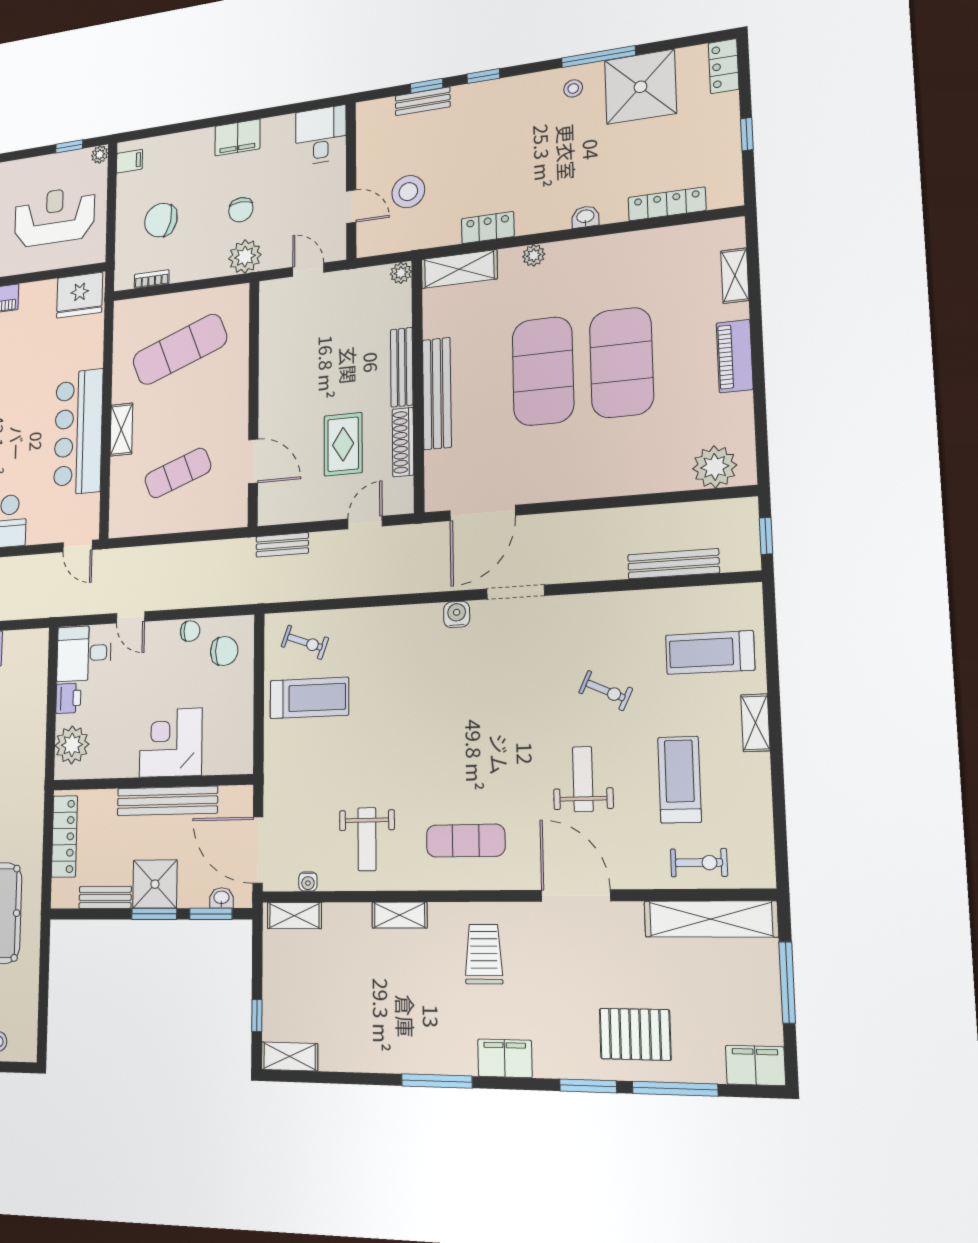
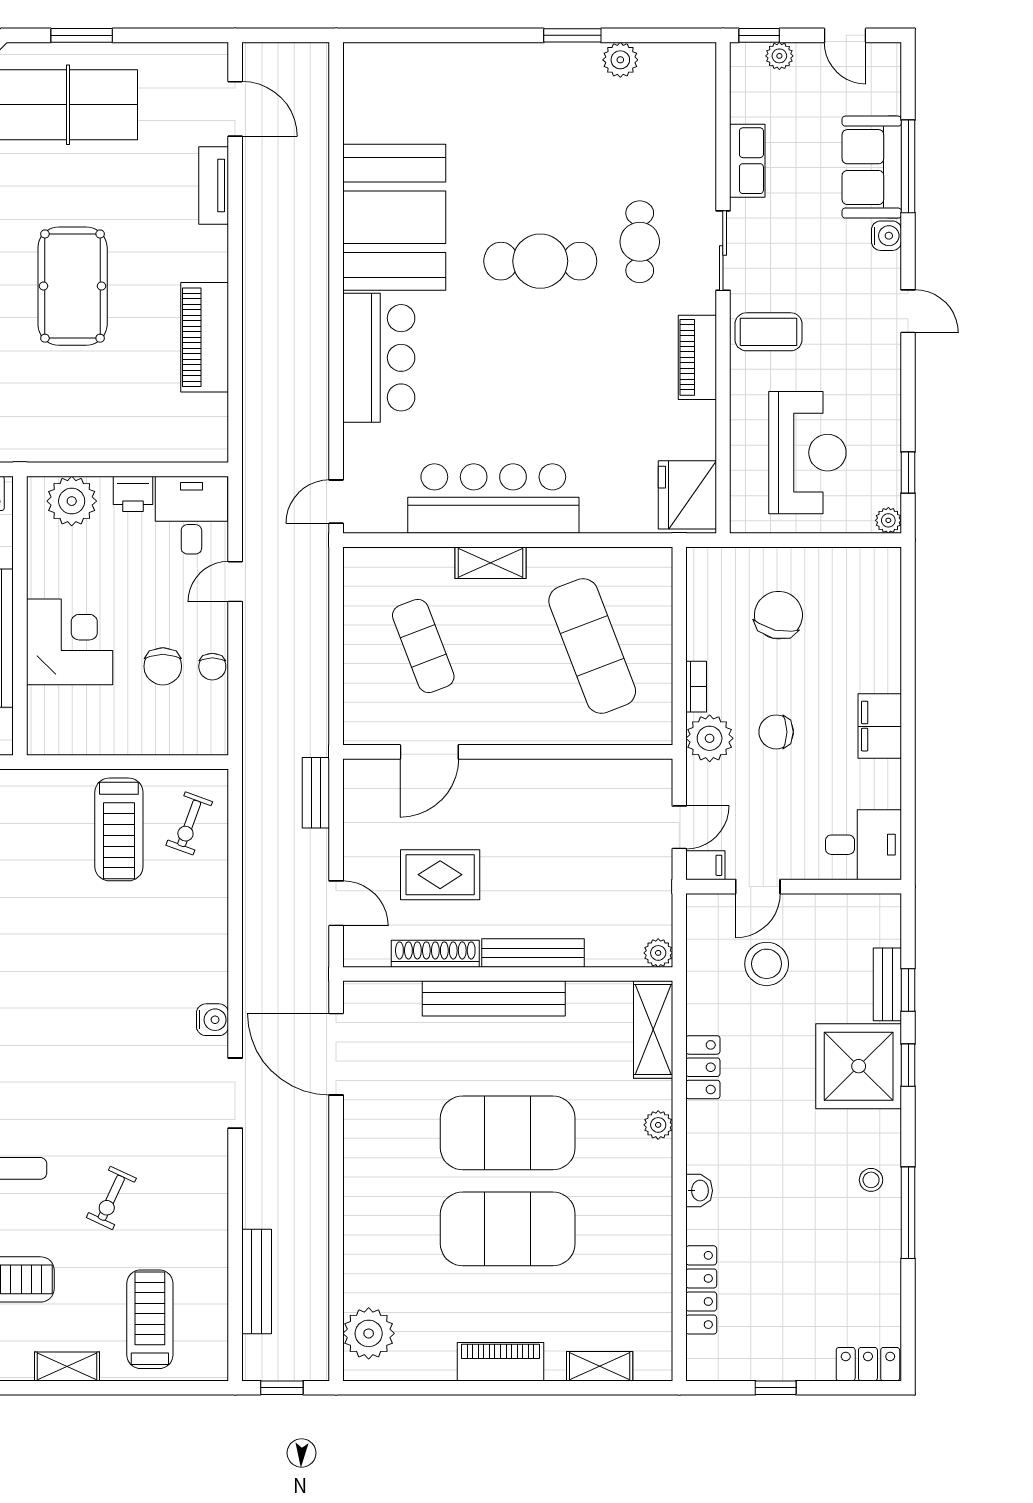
shower: (640, 87) -> (859, 1066), moved
filing cabinet: (129, 161) -> (705, 865), moved, turned -90
bookcase: (152, 279) -> (696, 687), moved
chair: (224, 651) -> (163, 666), moved

